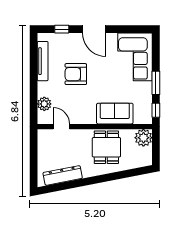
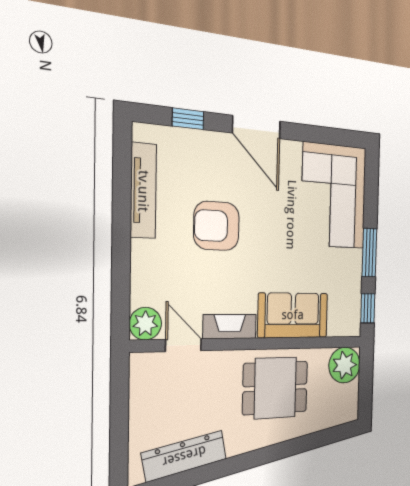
plant: (44, 104) -> (145, 324), moved
fireplace: (83, 119) -> (230, 327), added
dining table: (106, 147) -> (275, 388), turned 90

